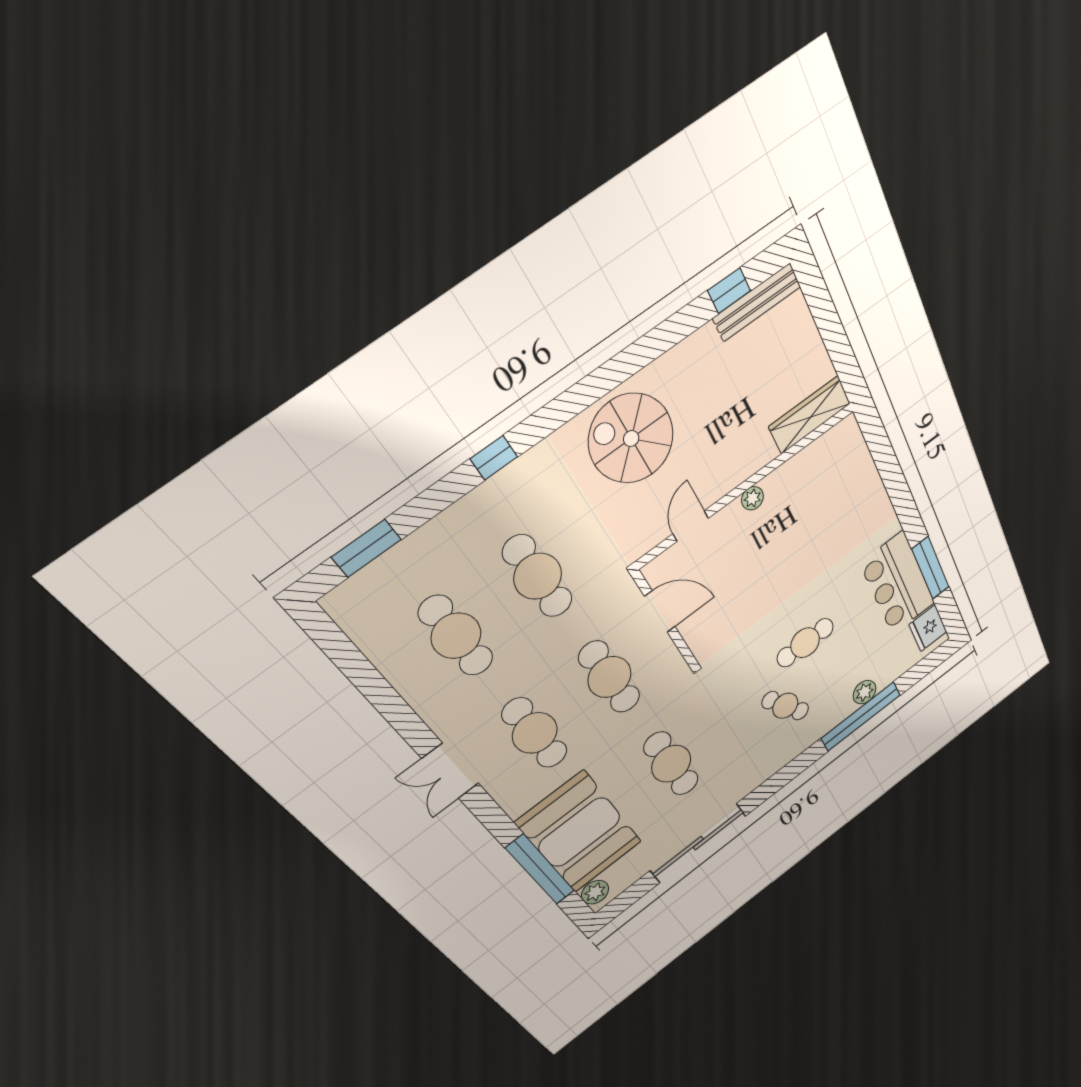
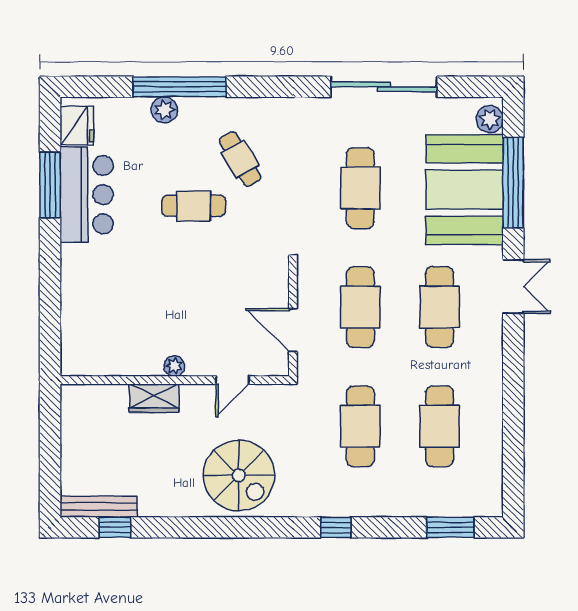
wardrobe: (810, 415) -> (154, 398), moved, width x0.67
double door: (451, 771) -> (513, 287), moved

